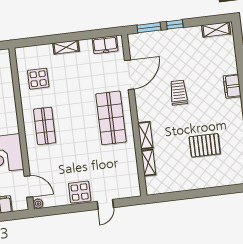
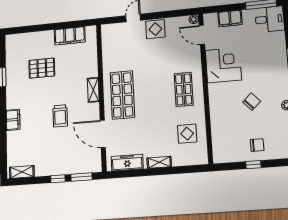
freezer: (105, 45) -> (127, 163), width x1.40
door: (129, 75) -> (103, 134), hinge flipped
shelving: (145, 135) -> (93, 90), moved
shelving: (148, 163) -> (92, 54), removed
filing cabinet: (176, 183) -> (70, 36), added

